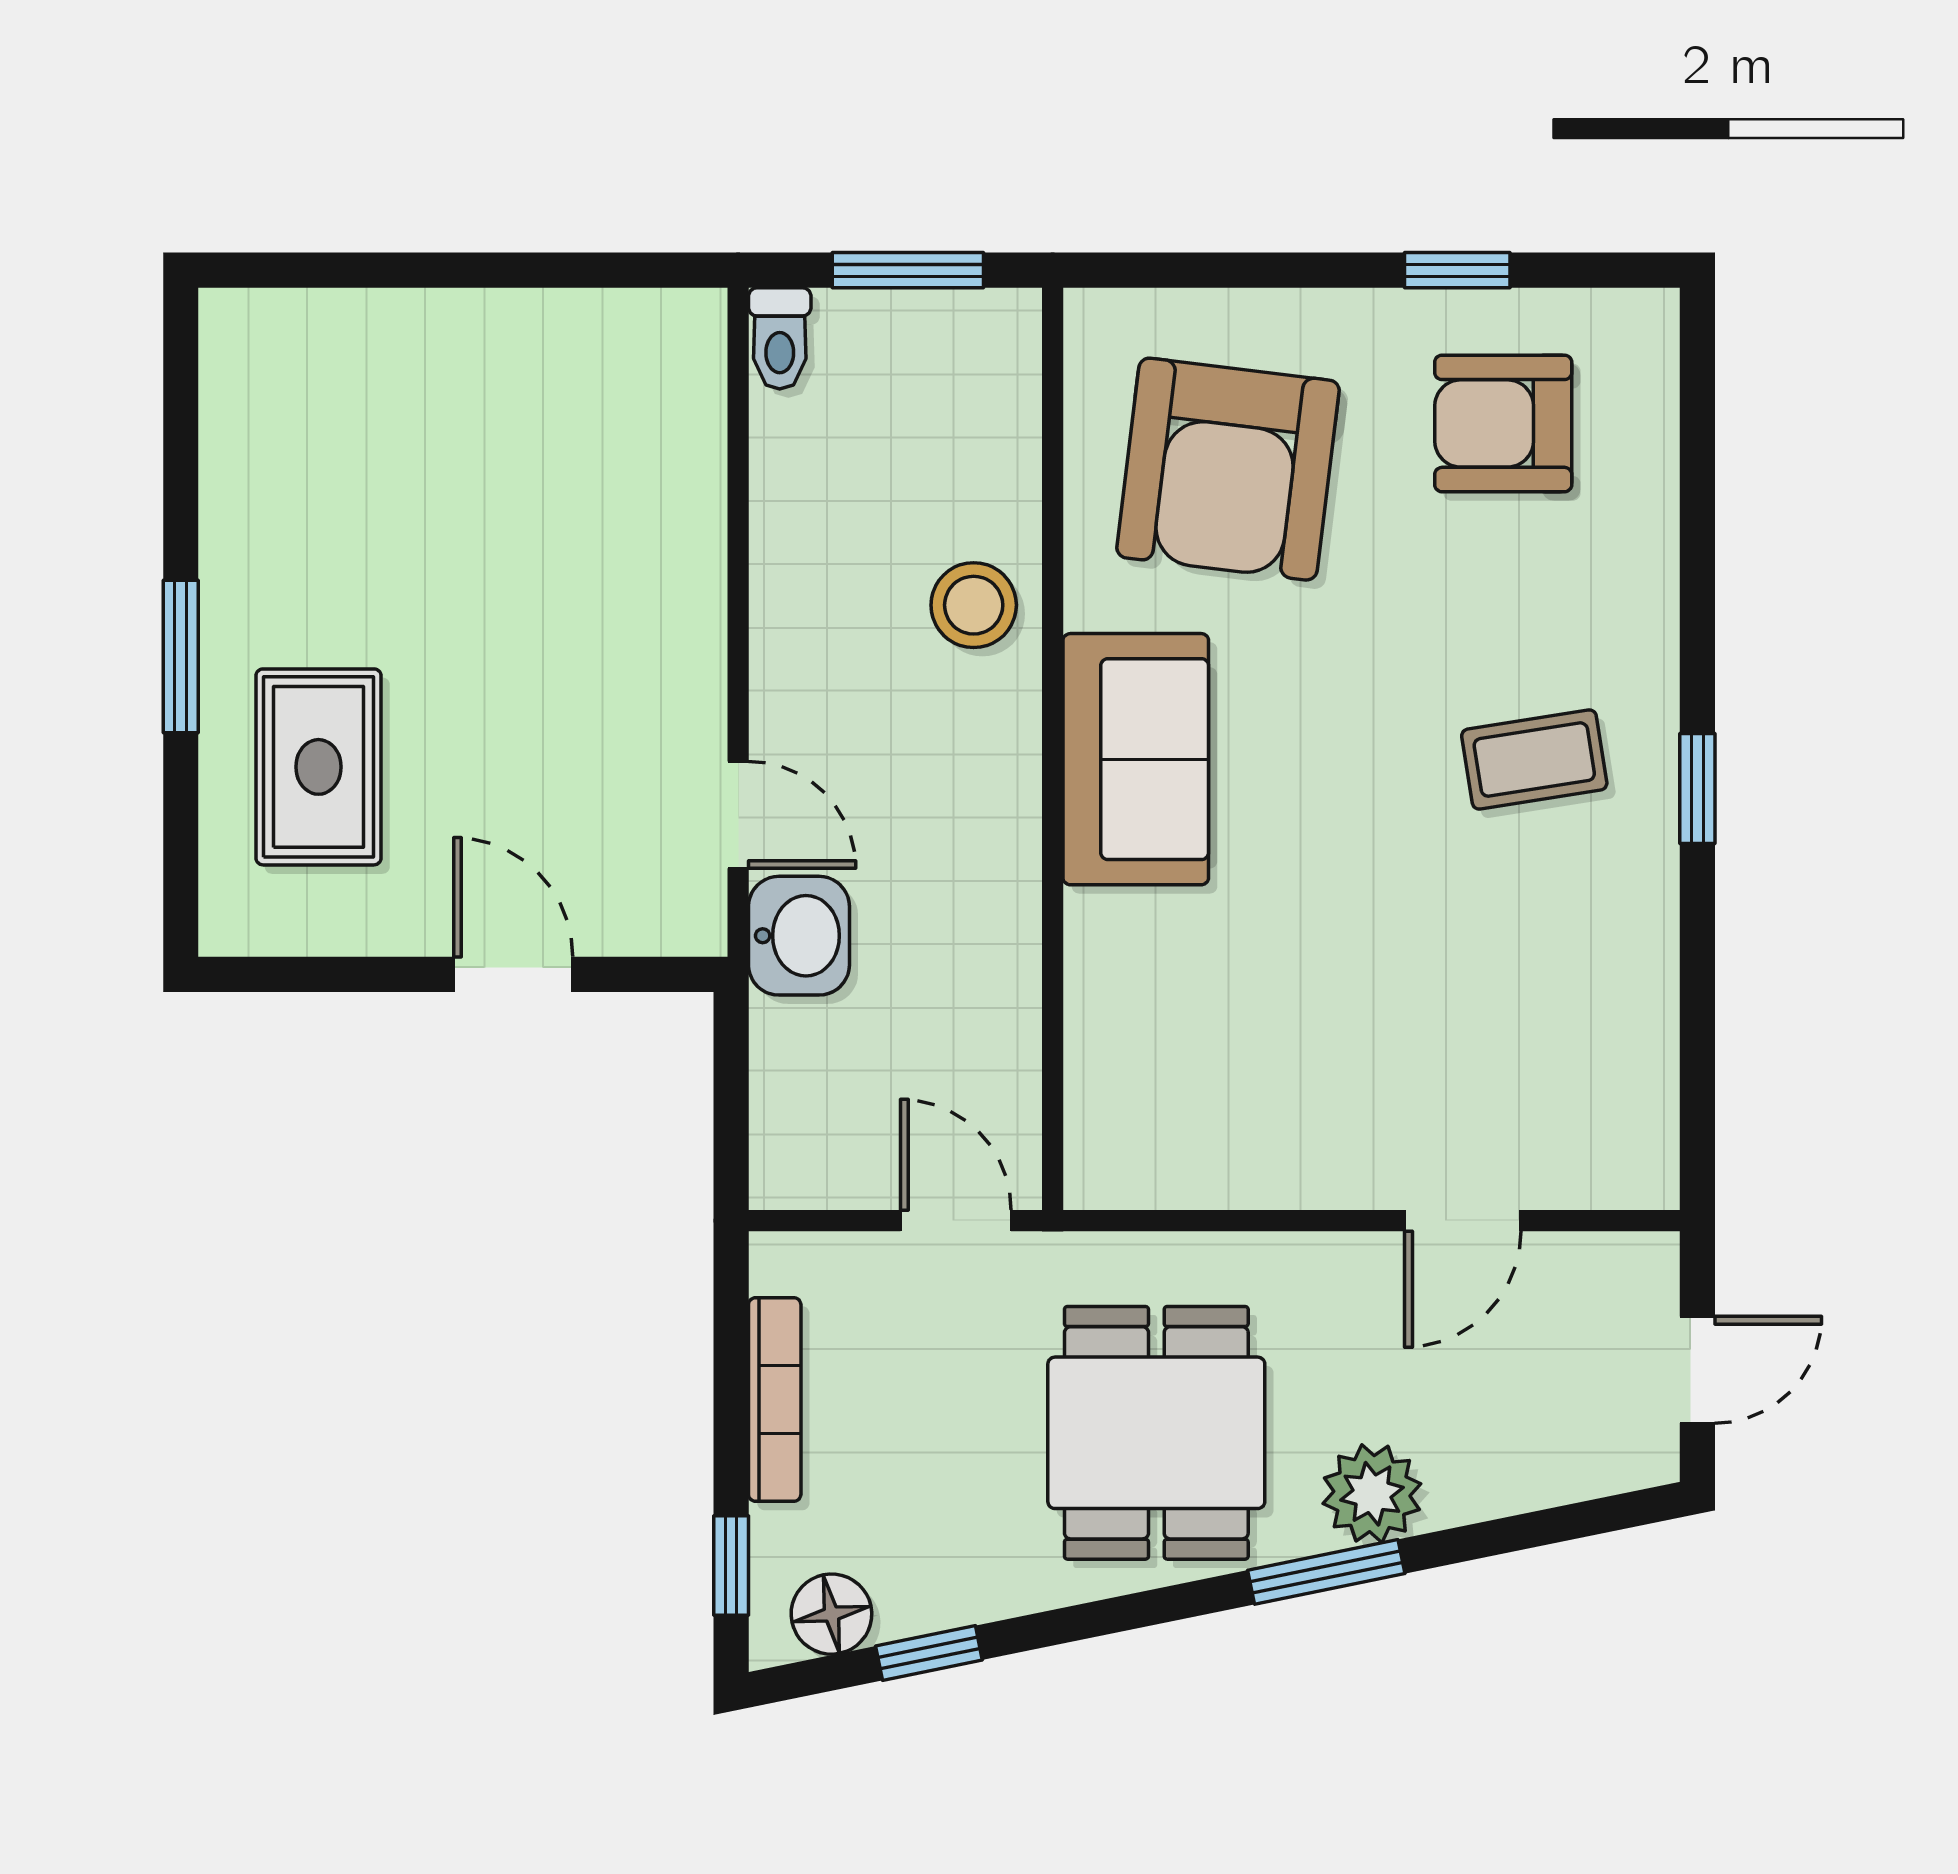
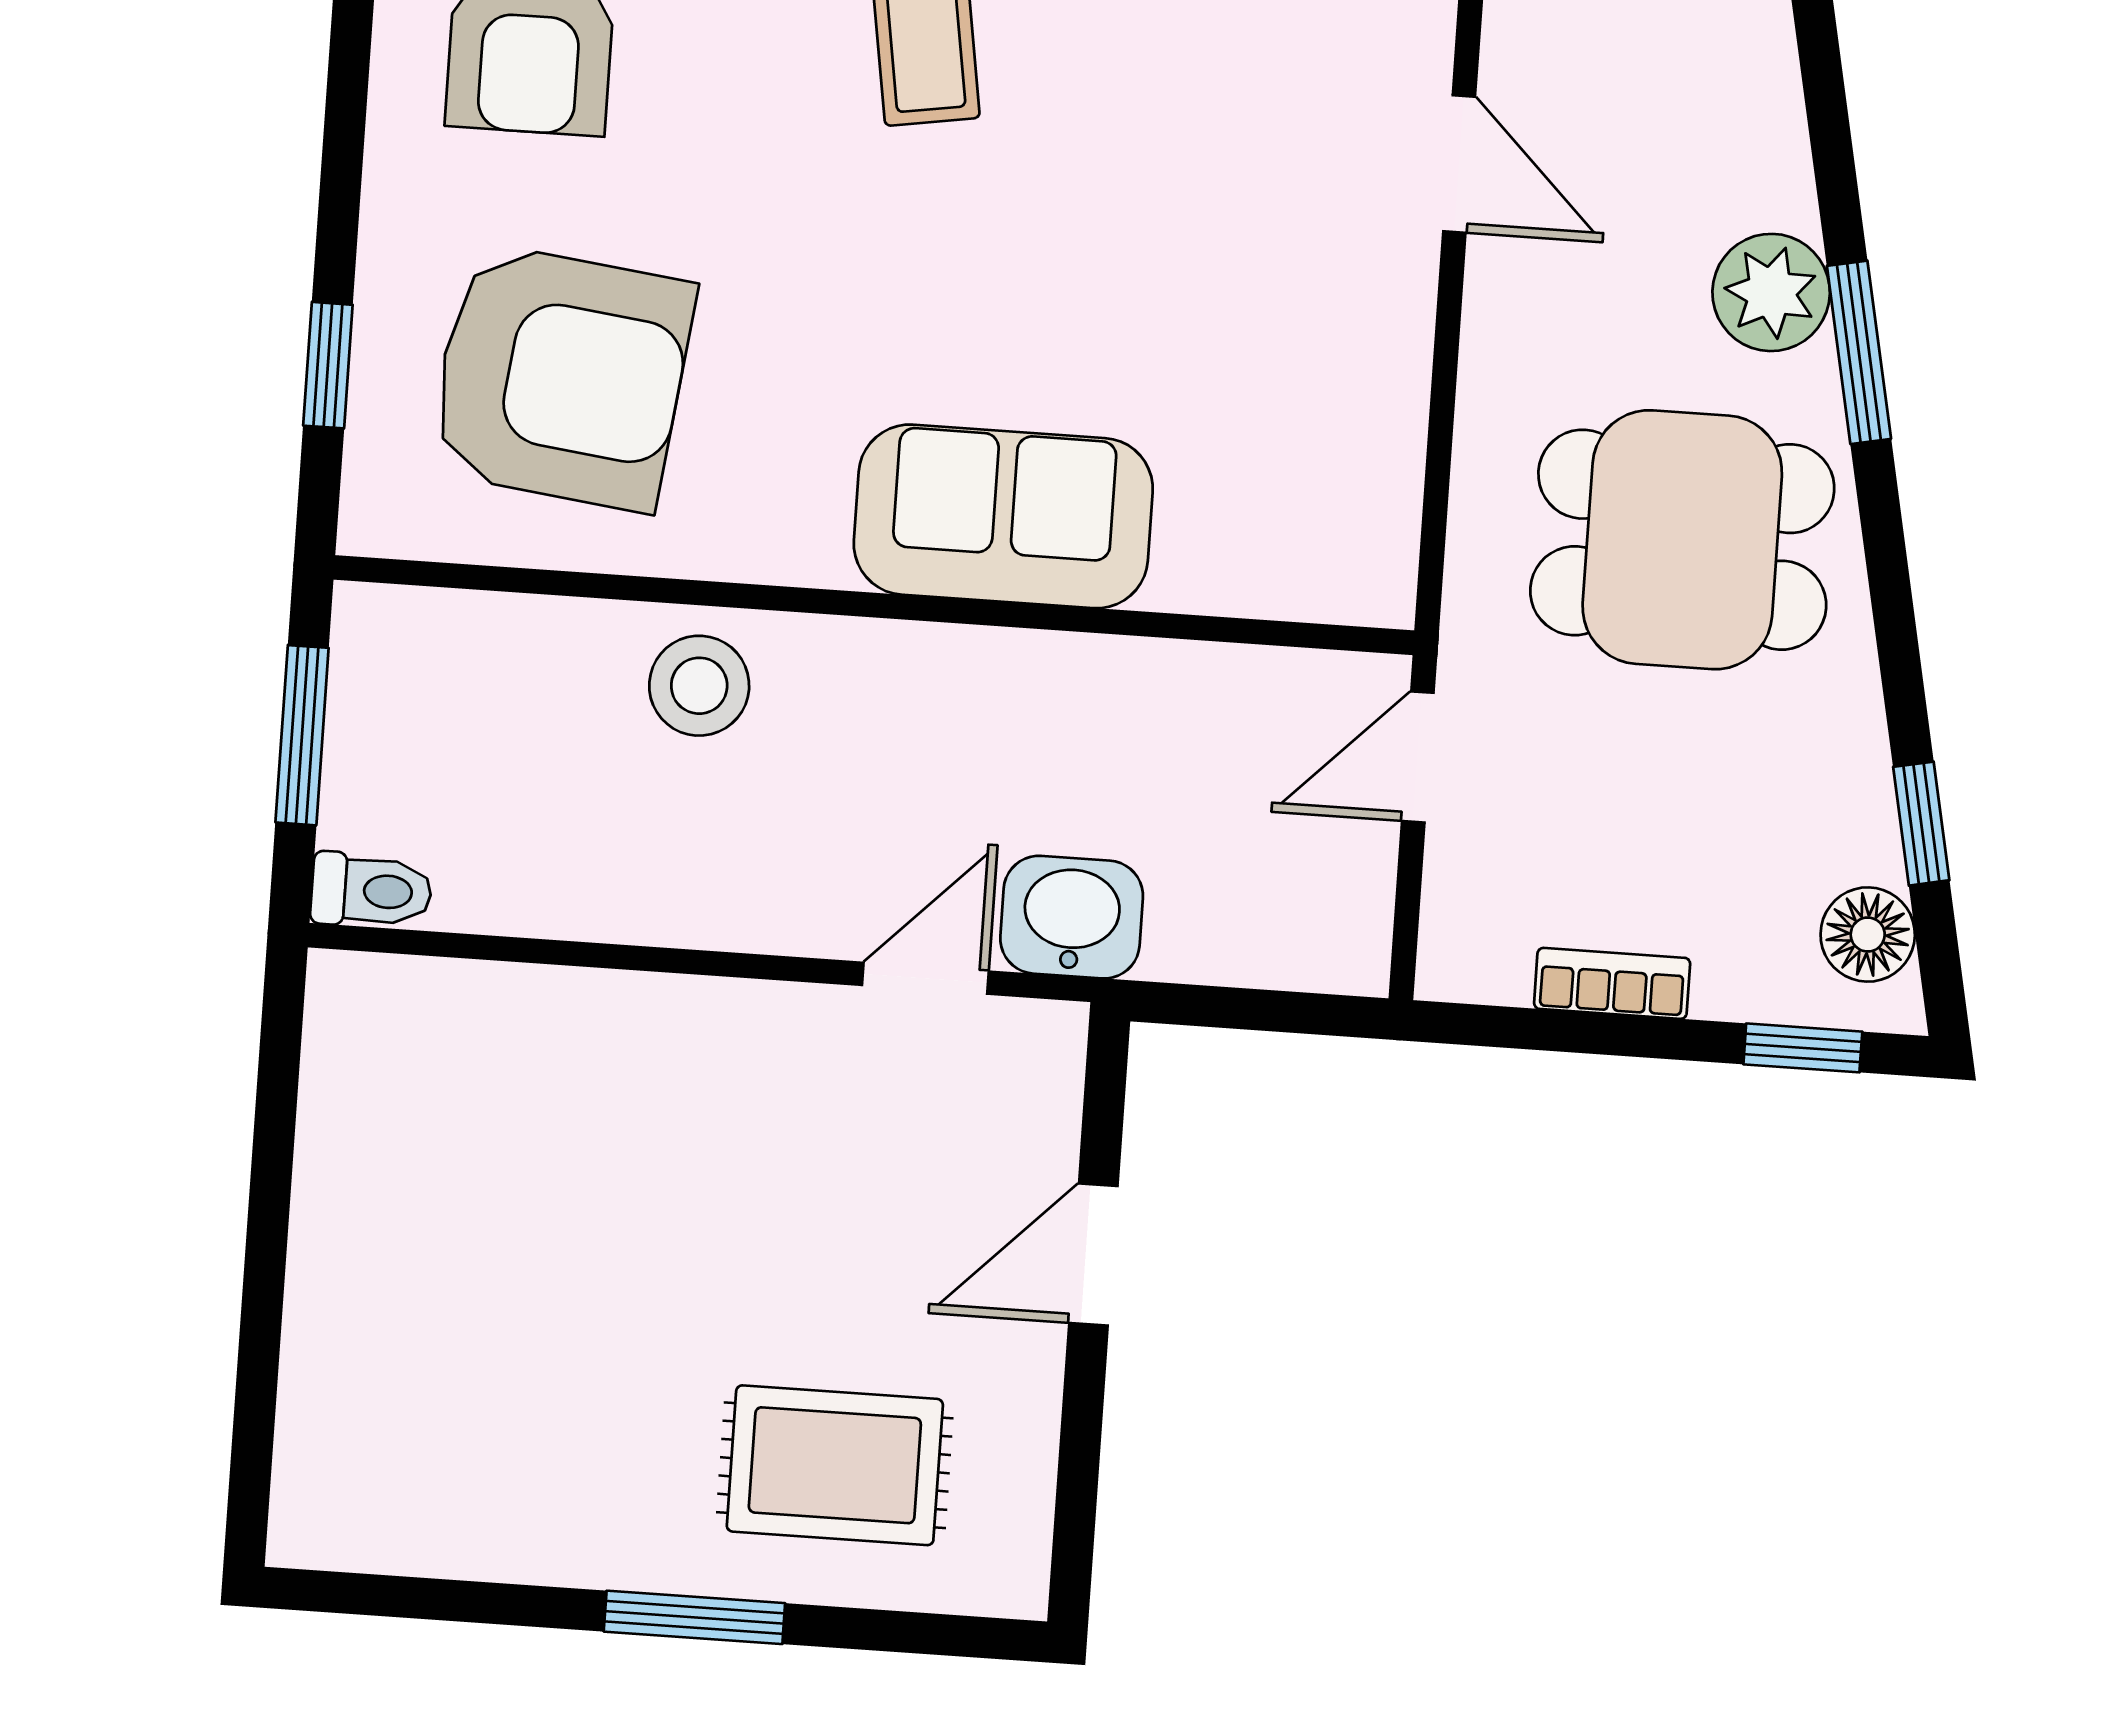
window: (1457, 270) -> (328, 365), moved
sofa: (1136, 759) -> (1003, 516), moved
bookcase: (775, 1399) -> (1612, 983), width x0.64

